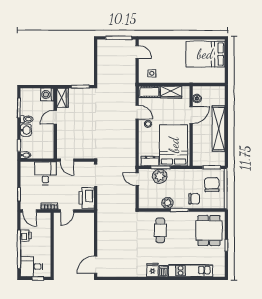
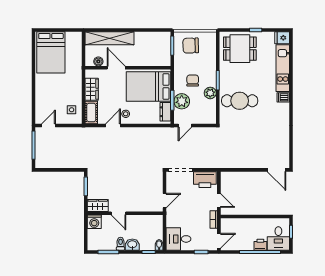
shelving: (219, 129) -> (110, 38), moved
desk: (45, 173) -> (178, 239), moved
chair: (194, 199) -> (193, 81), moved
cafe table: (160, 230) -> (240, 101), width x1.37, depth x1.35
printer: (26, 235) -> (260, 245), moved
fridge: (152, 270) -> (282, 38), moved

